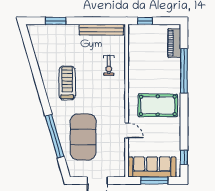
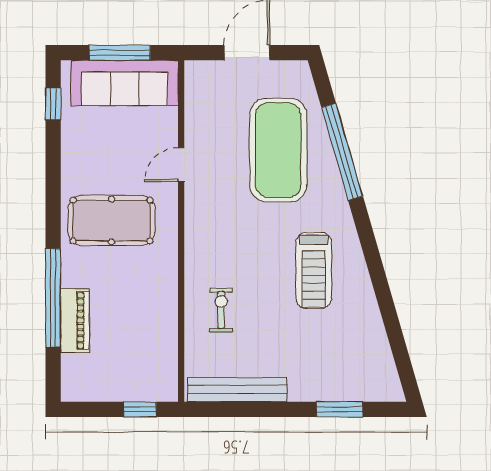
piano: (174, 43) -> (75, 320), moved
door: (127, 130) -> (181, 165), hinge flipped

